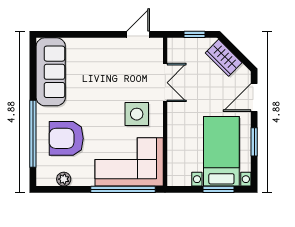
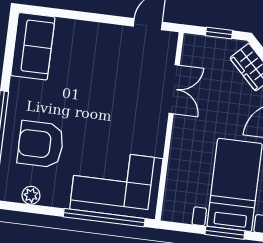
sofa: (51, 72) -> (33, 46), width x0.73
side table: (137, 114) -> (133, 125), removed

